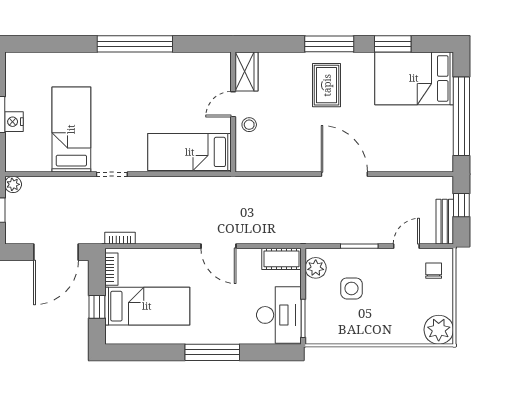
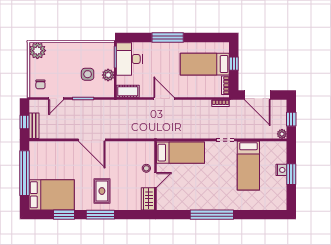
bench: (445, 222) -> (34, 126), moved
door: (56, 252) -> (257, 95), swing flipped
plant: (316, 268) -> (108, 75), moved

